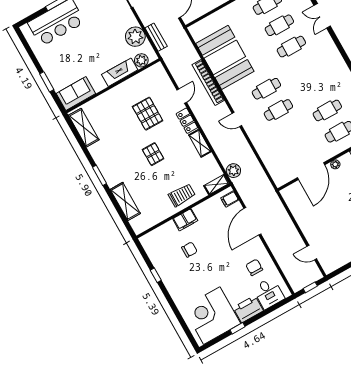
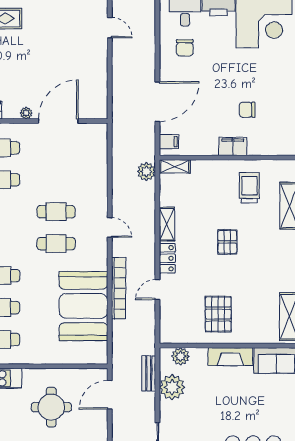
fireplace: (120, 72) -> (230, 357), moved
pallet: (148, 114) -> (218, 314), moved
trolley: (182, 195) -> (249, 188), moved, turned 90

